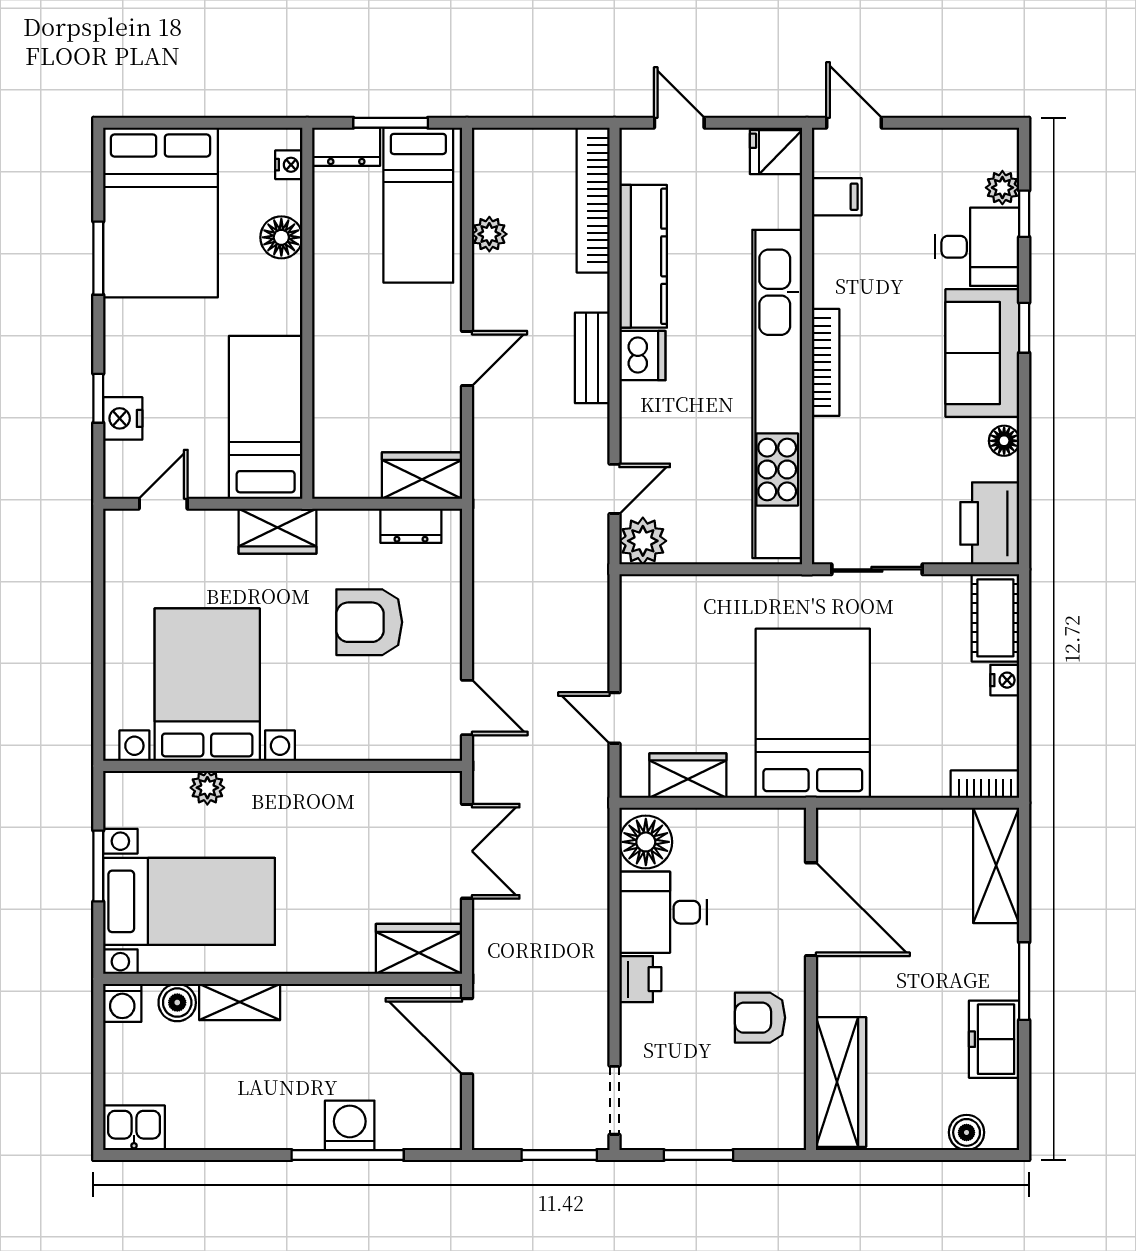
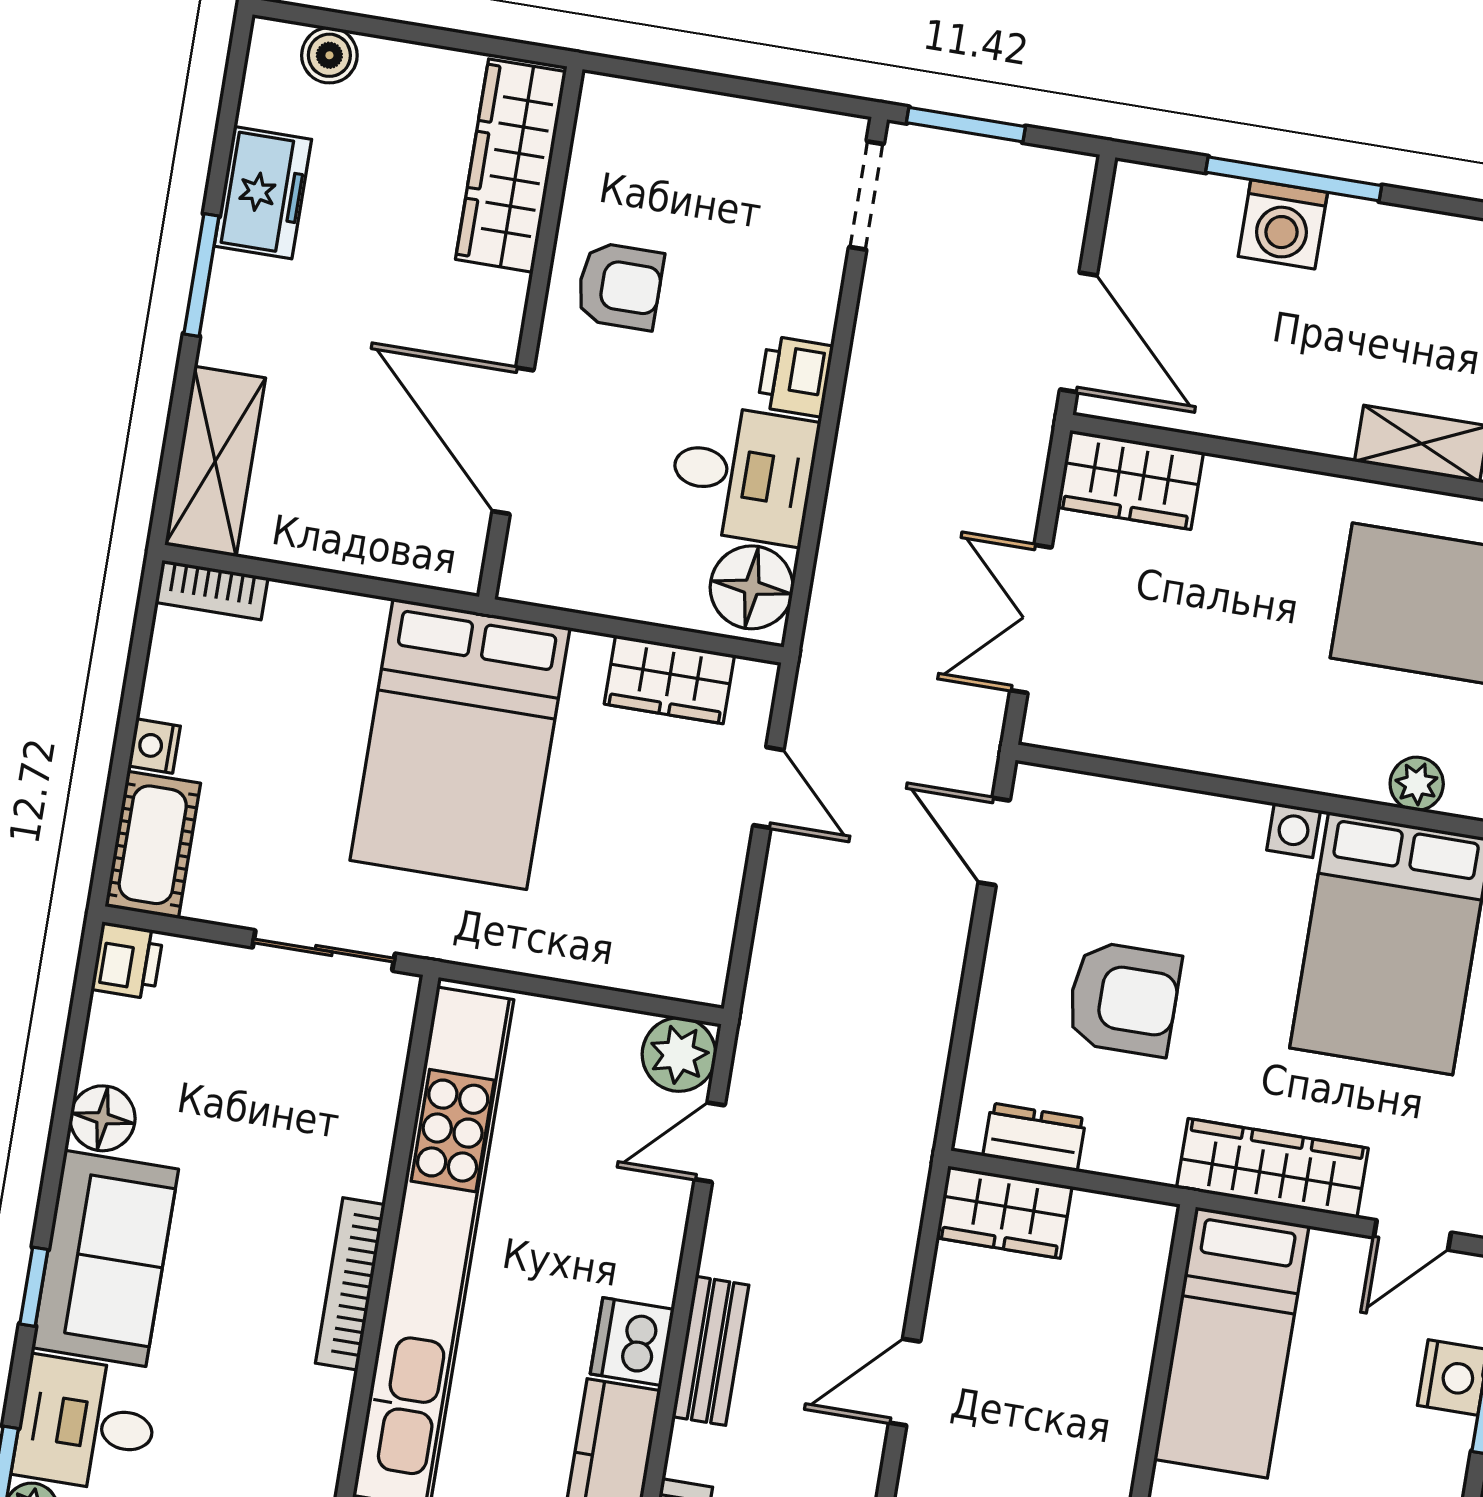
floor lamp: (1004, 441) -> (103, 1118), width x1.37, depth x1.37
printer: (990, 523) -> (127, 961), width x0.53, depth x0.68
wardrobe: (277, 531) -> (1272, 1168), width x1.50
window: (699, 1155) -> (750, 89), removed

